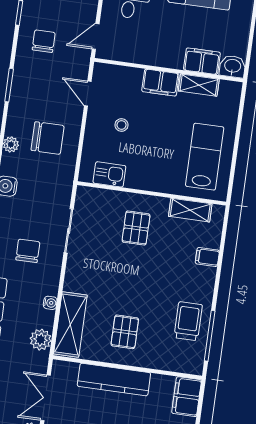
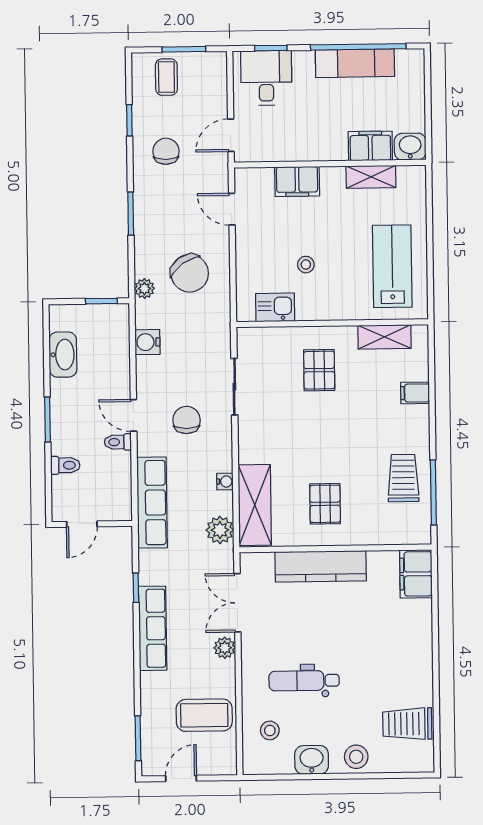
filing cabinet: (160, 83) -> (297, 181), moved
stool: (122, 125) -> (306, 265), moved
chair: (48, 138) -> (190, 273), turned 55

